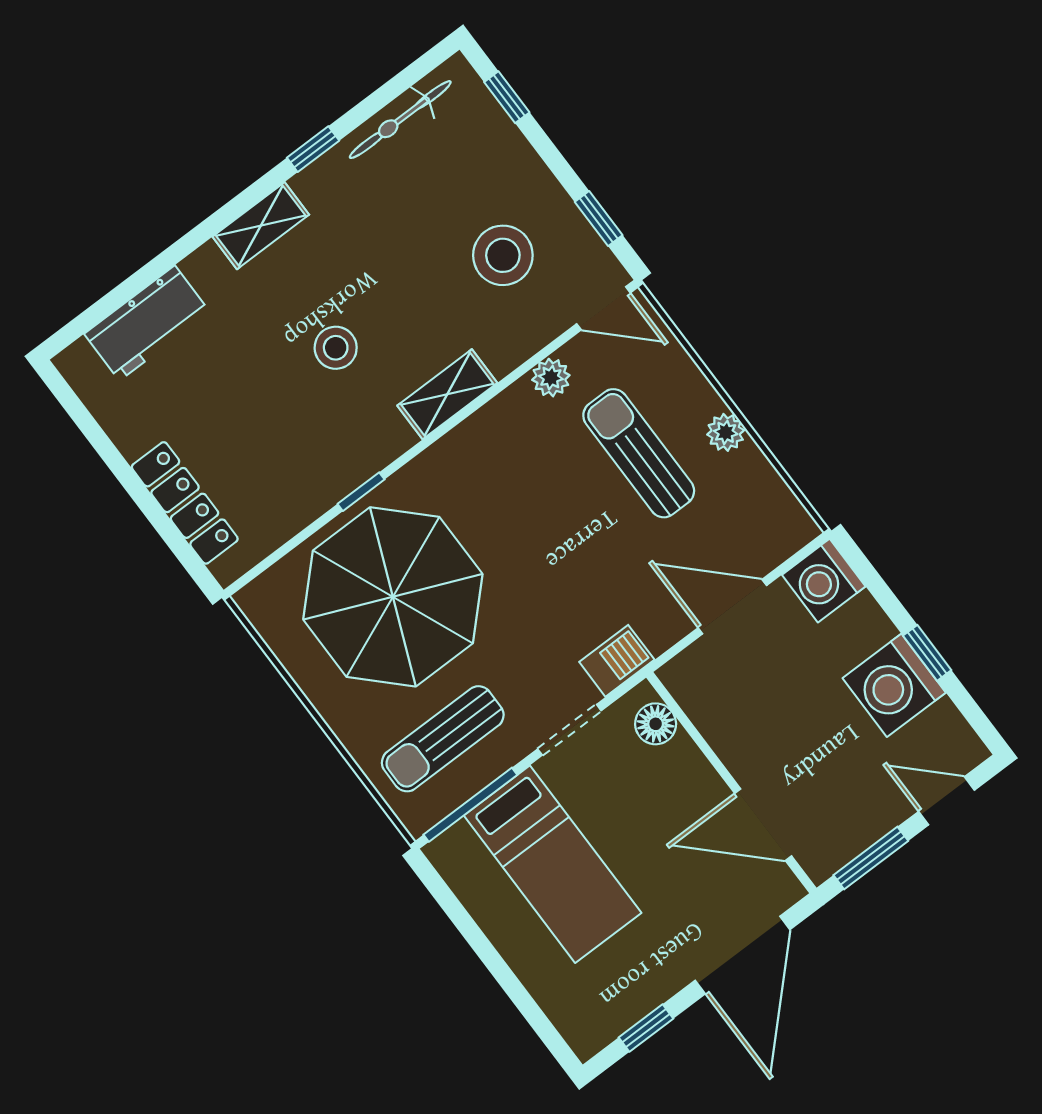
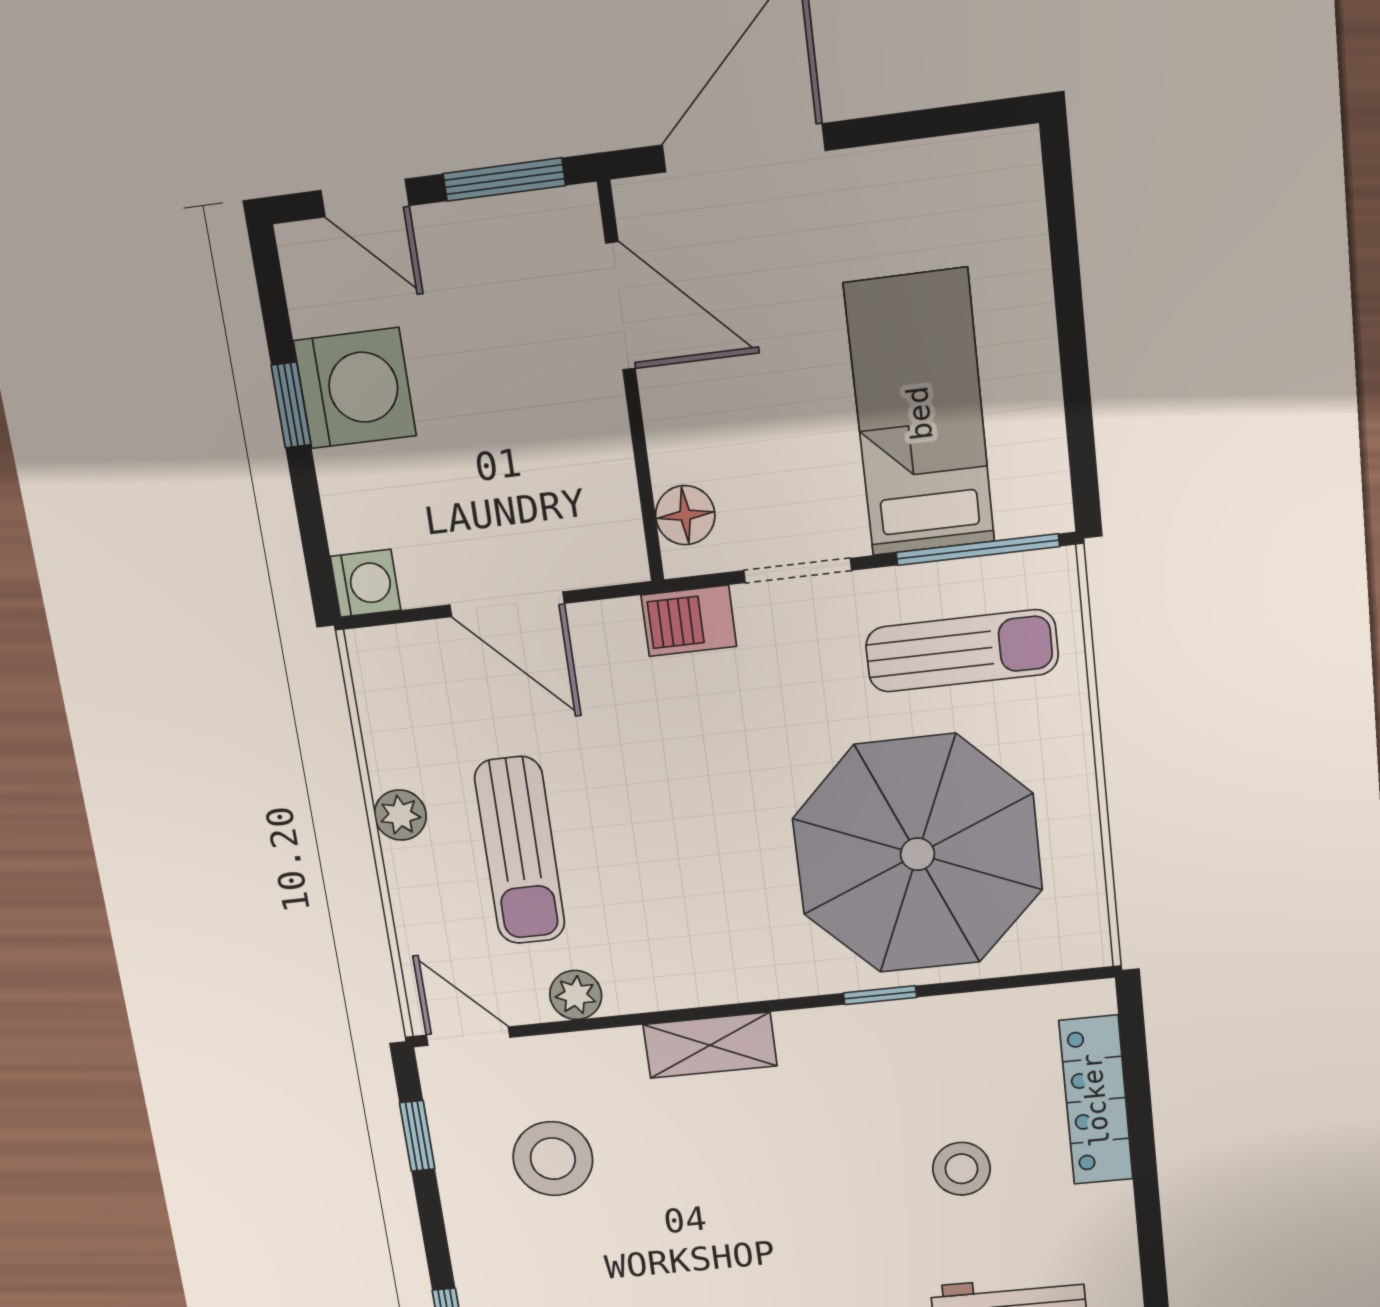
stool: (336, 348) -> (961, 1169), moved
washing machine: (824, 581) -> (366, 583), width x0.73, depth x0.73
window: (646, 1028) -> (927, 123), removed

